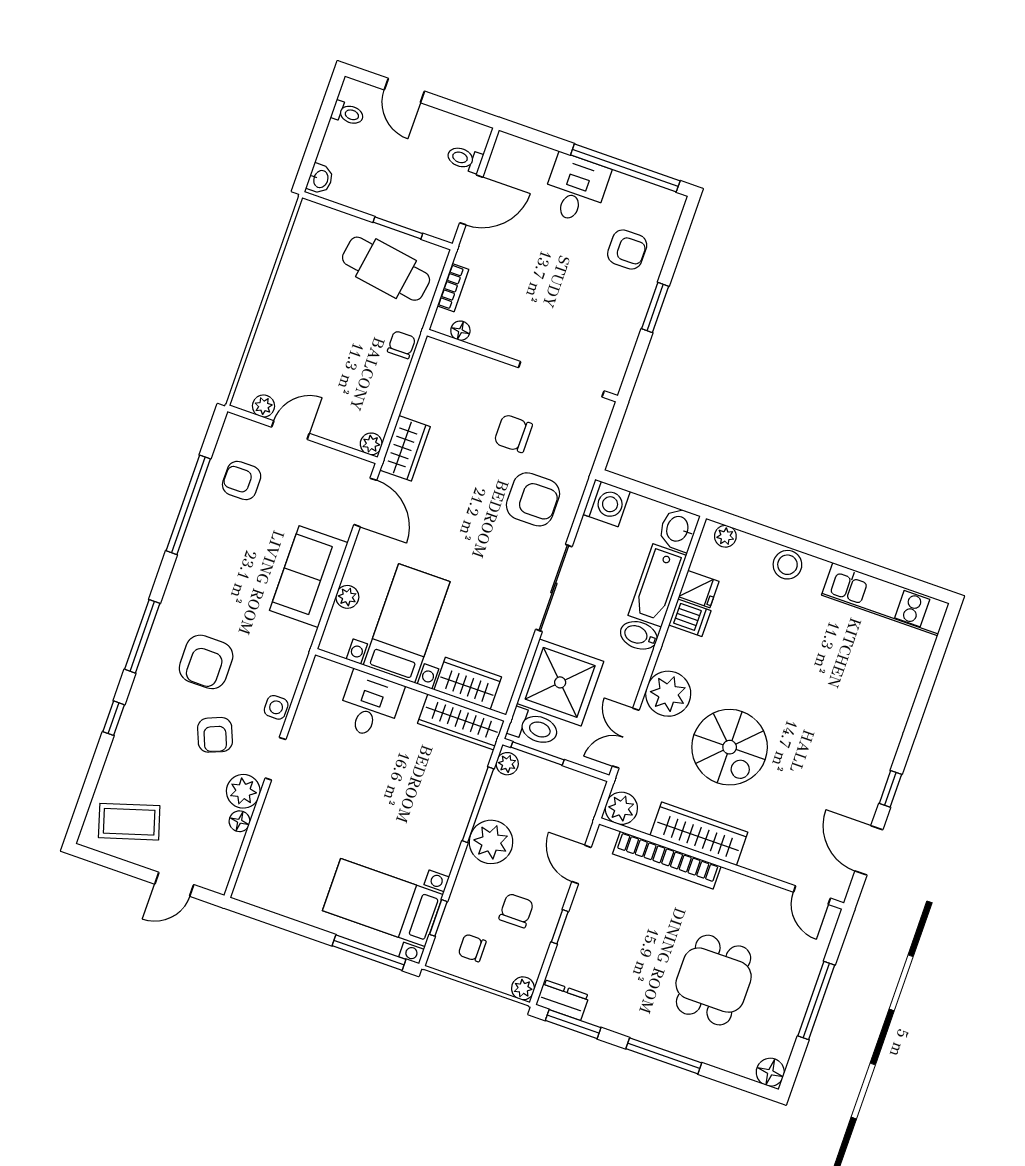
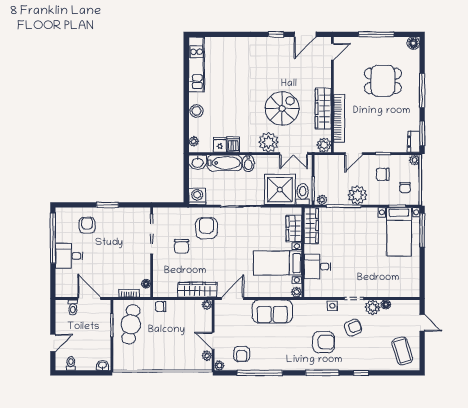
plant: (234, 425) -> (219, 366), added
wardrobe: (405, 448) -> (197, 290), width x1.50
plant: (347, 597) -> (297, 292), moved

